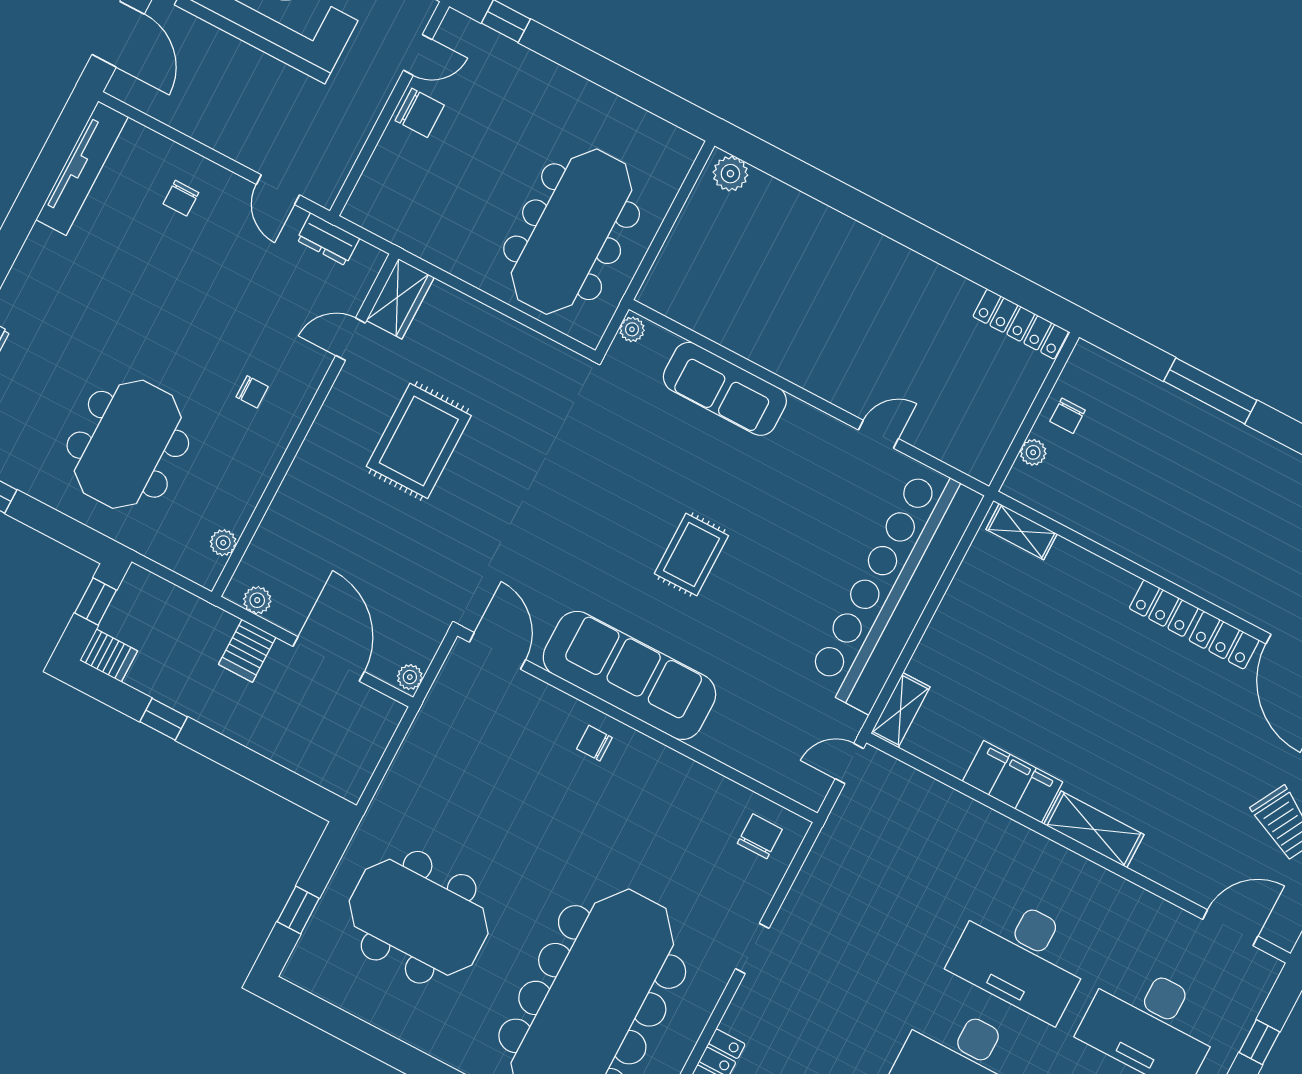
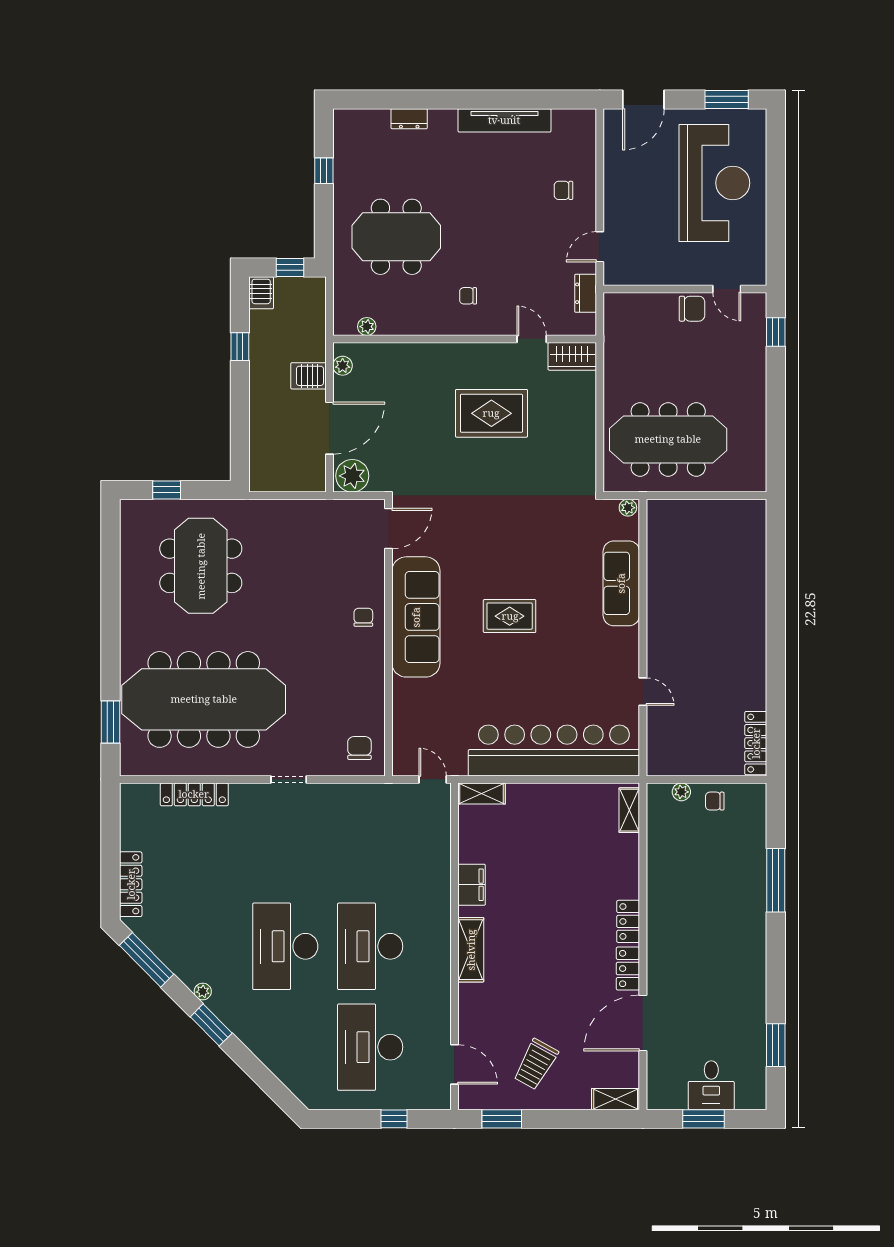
chair: (420, 113) -> (692, 309), turned -90
tv unit: (82, 168) -> (504, 120), moved
plant: (730, 174) -> (754, 518), removed
chair: (252, 392) -> (468, 296), turned 90
plant: (410, 677) -> (352, 476), width x1.88, depth x1.88
filing cabinet: (1012, 782) -> (472, 885), width x0.67, depth x0.86
chair: (760, 836) -> (359, 748), turned -90

